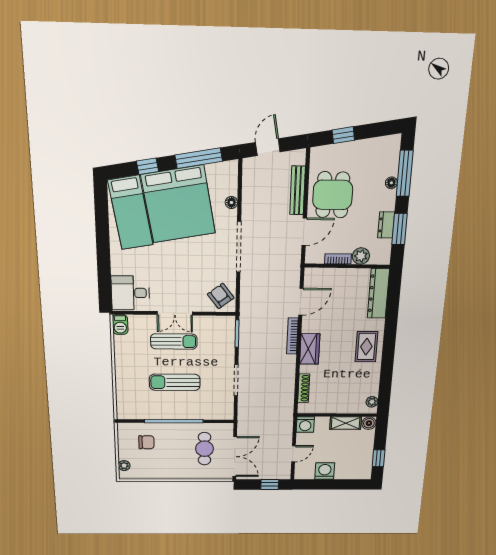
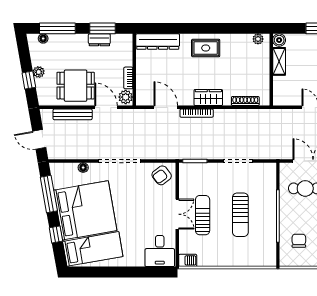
plant: (353, 148) -> (39, 72), added
floor lamp: (391, 183) -> (43, 39), moved
plant: (361, 256) -> (126, 97), moved
washing machine: (305, 424) -> (281, 98), removed

